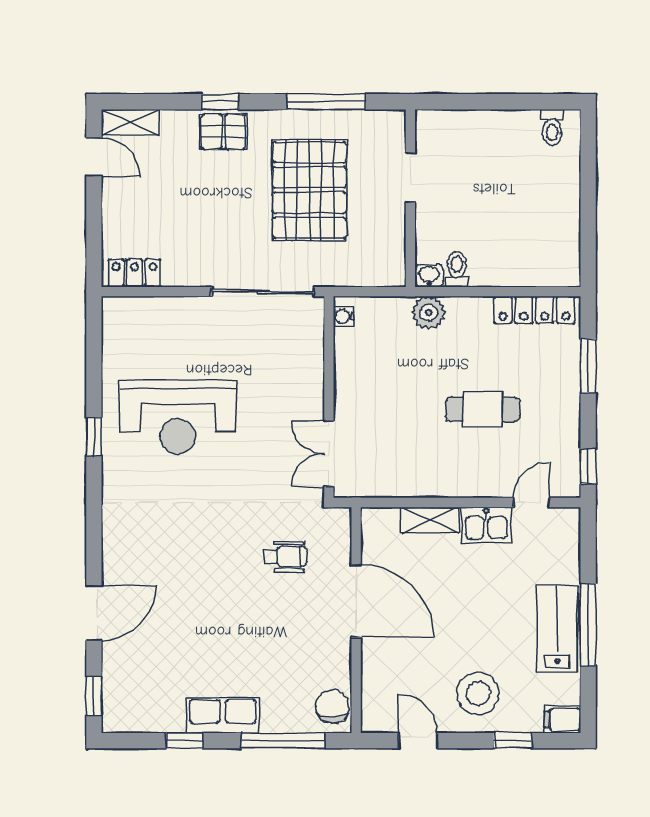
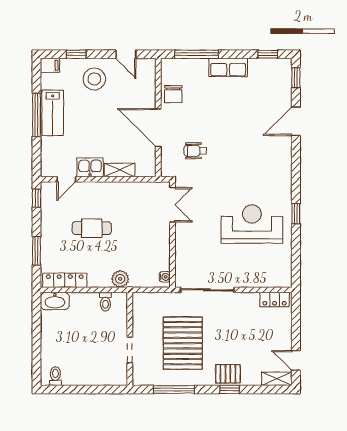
washbasin: (429, 276) -> (55, 301), moved, width x1.91, depth x1.45
chair: (332, 706) -> (173, 94), moved
window: (185, 741) -> (268, 54), moved

